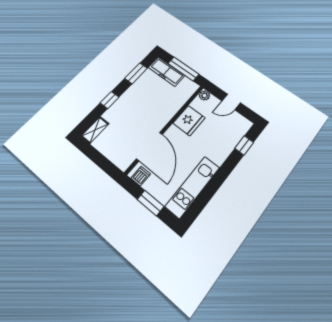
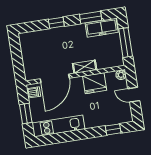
freezer: (166, 72) -> (102, 28), moved, turned -90
shelving: (95, 130) -> (85, 67), moved

